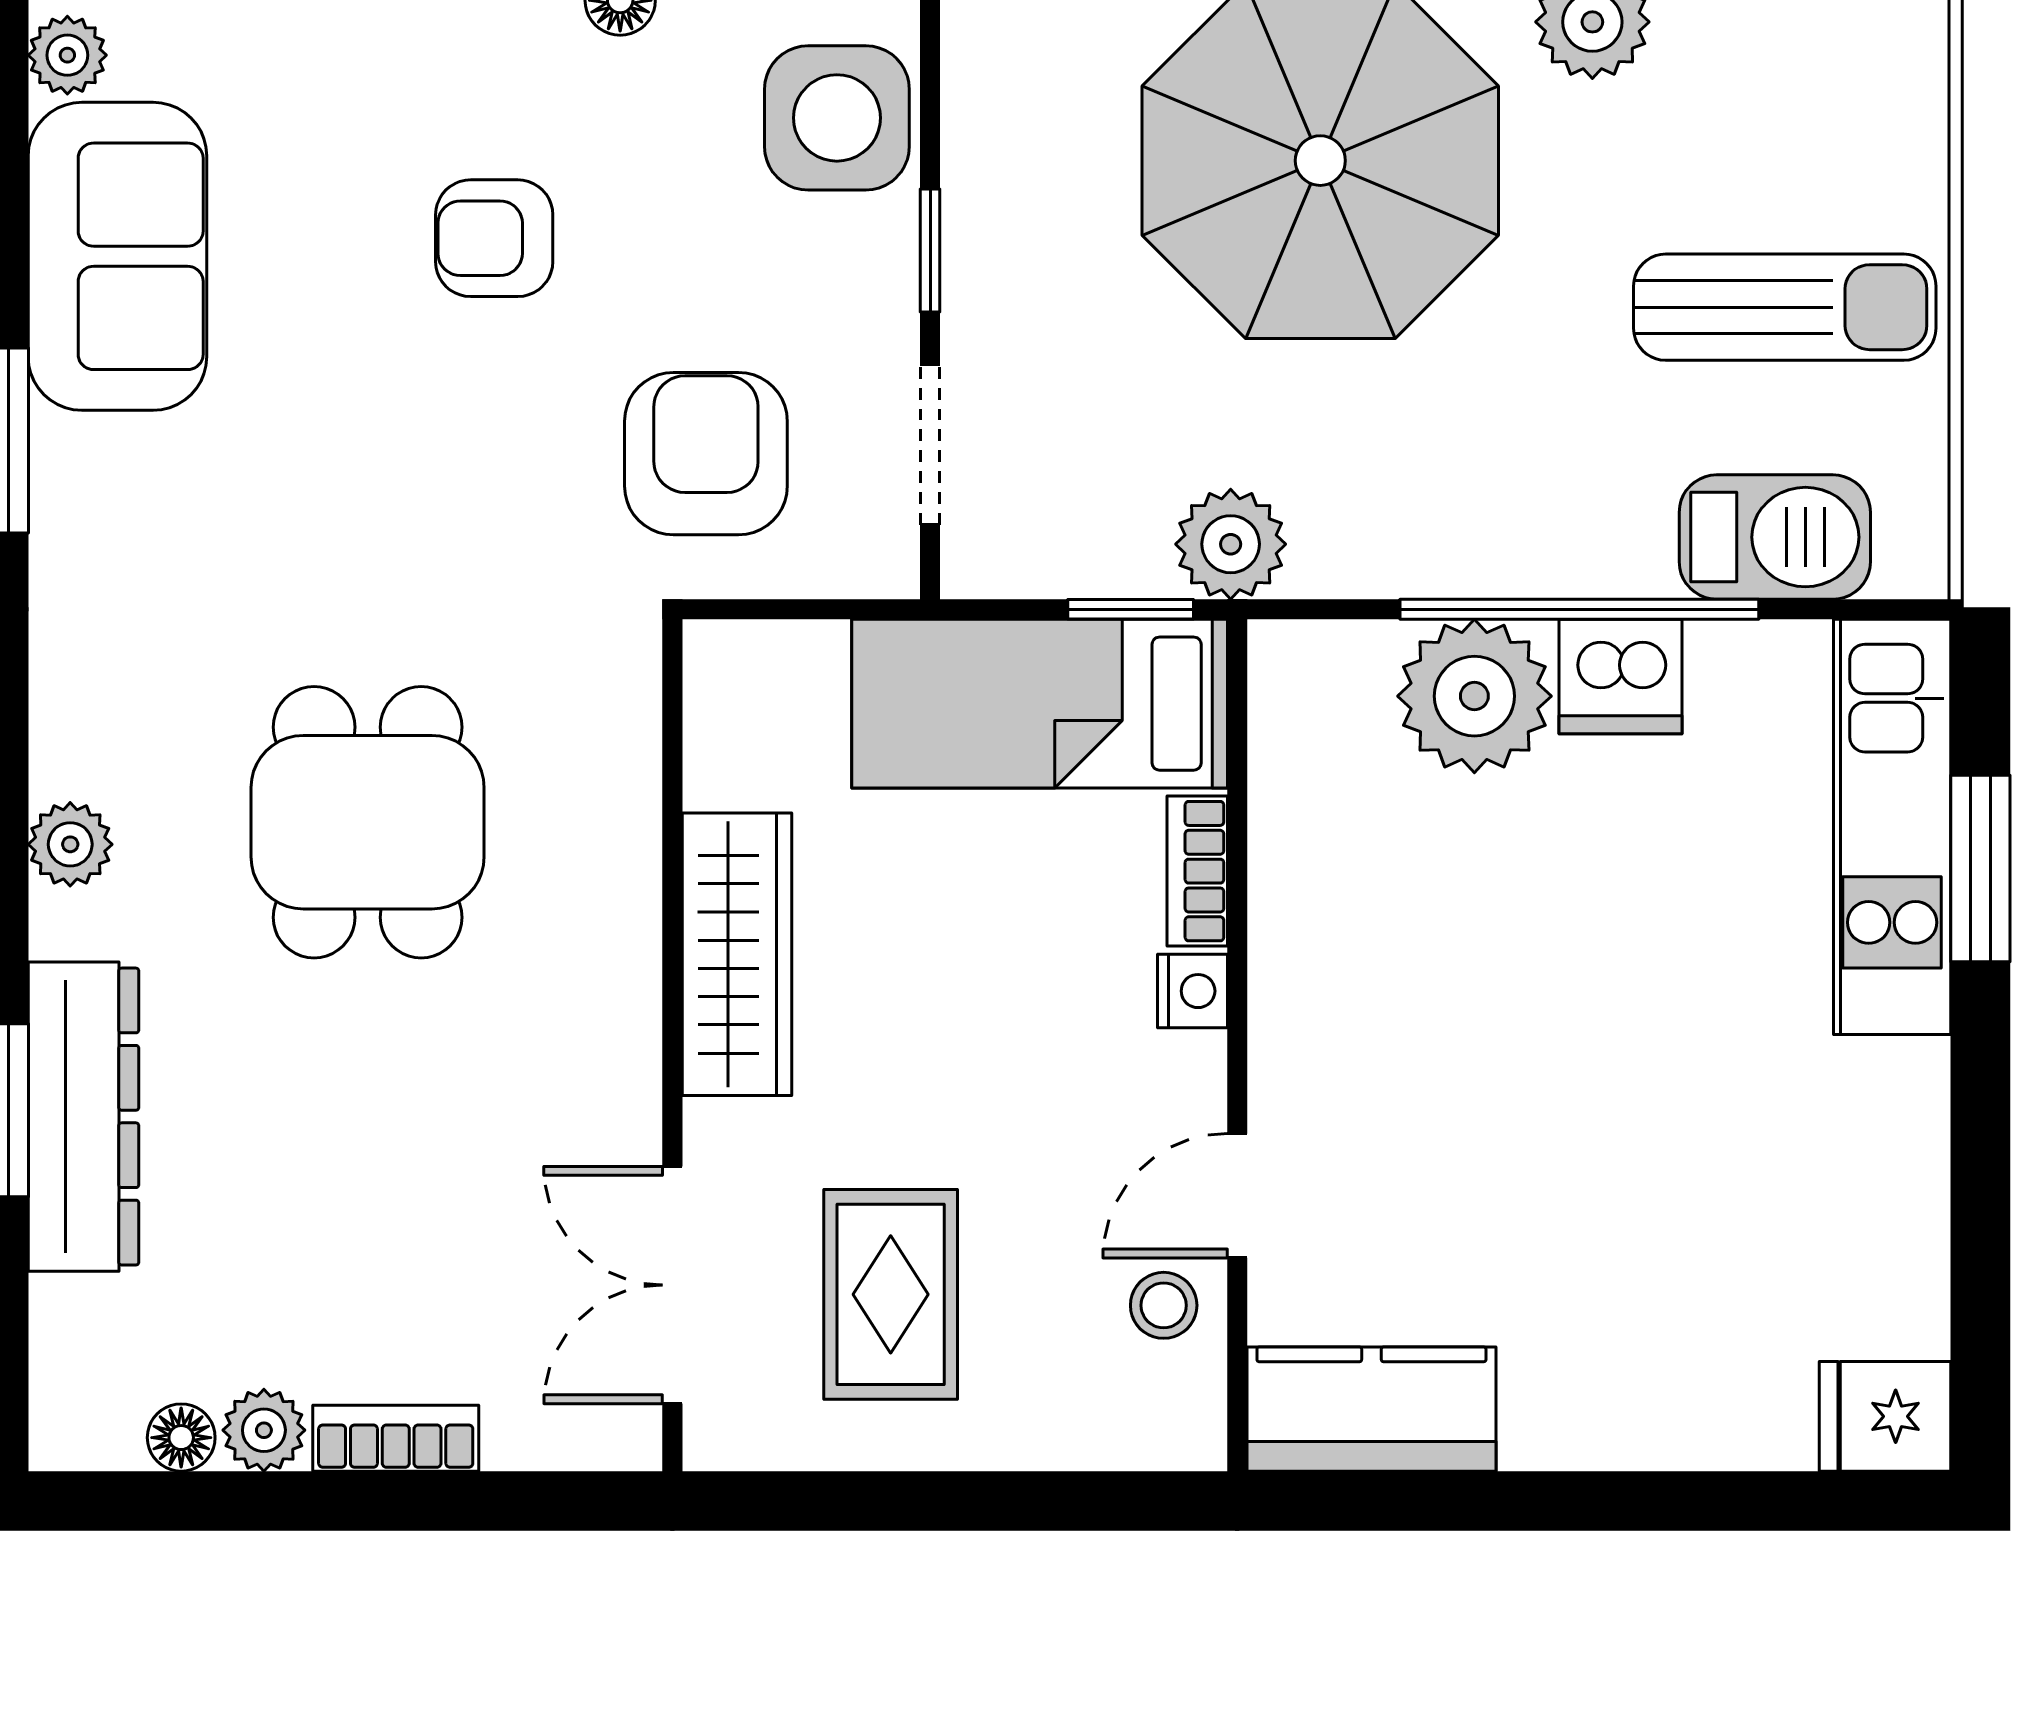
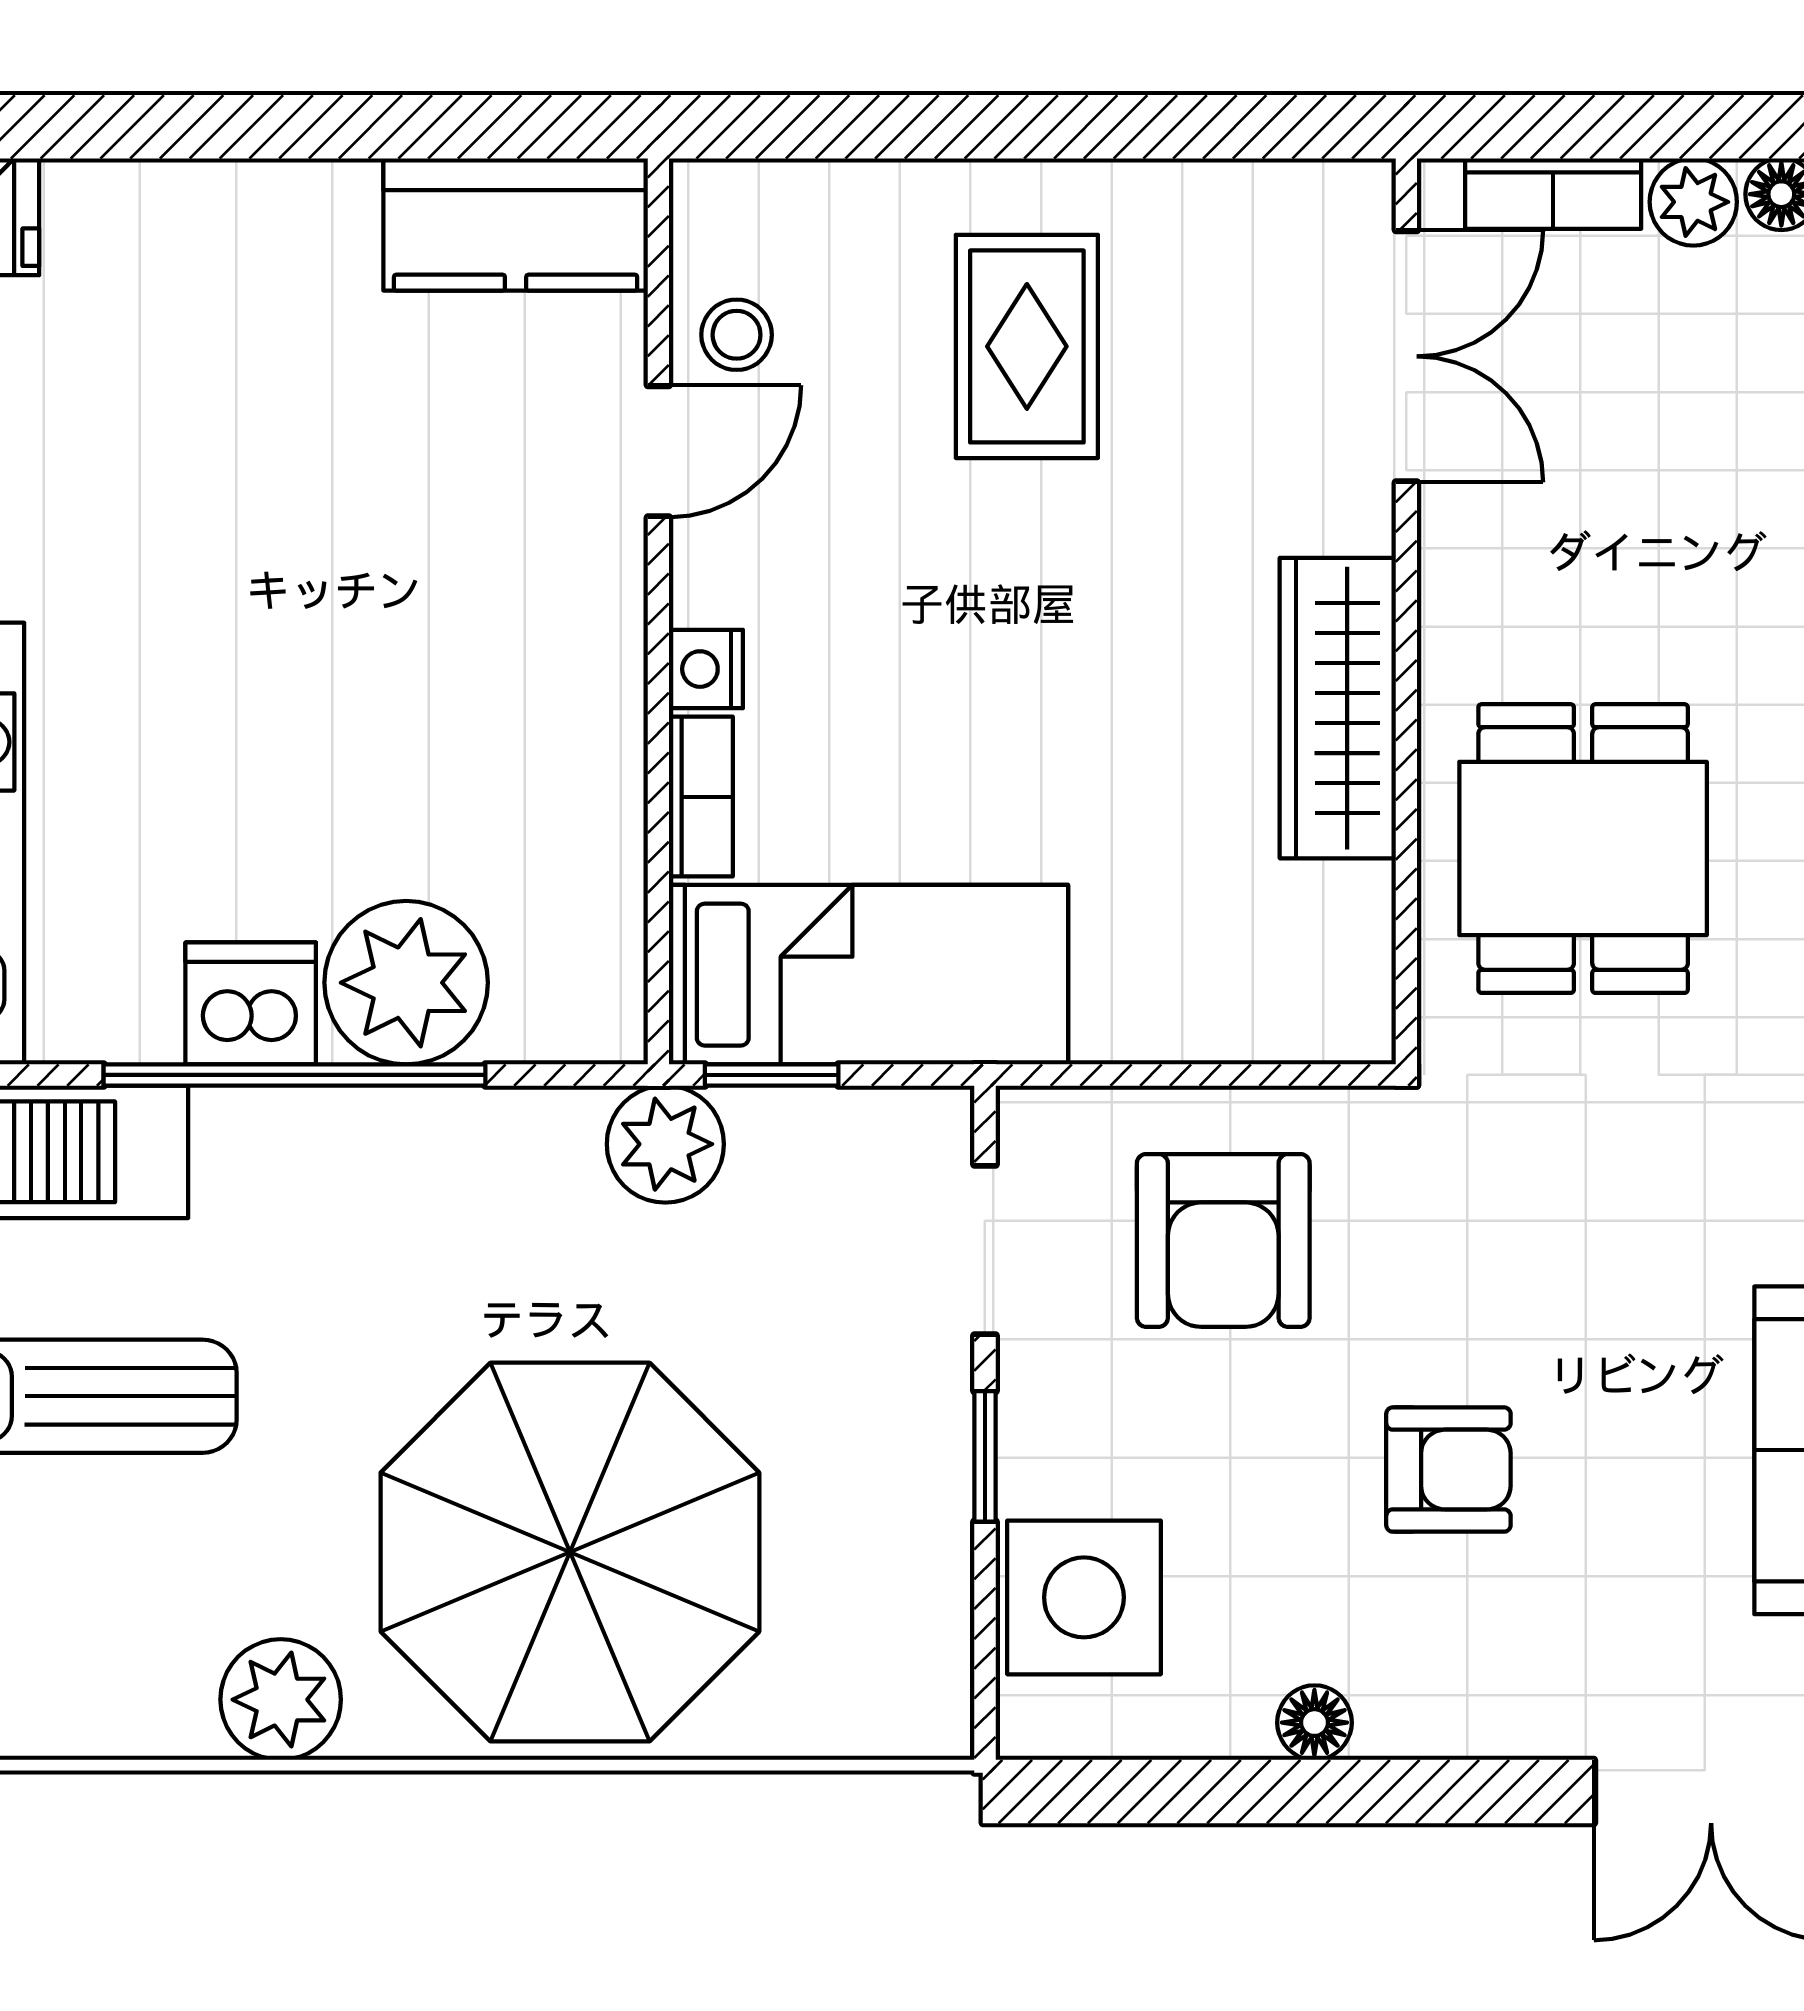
wardrobe: (737, 954) -> (1338, 708), moved
wall: (672, 1045) -> (1406, 611), moved
double door: (672, 1285) -> (1406, 356), moved

